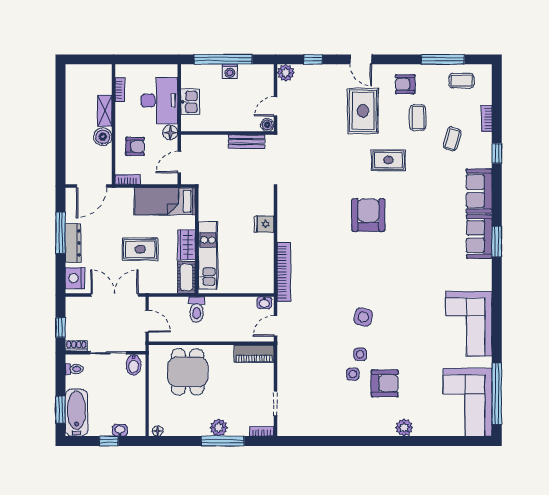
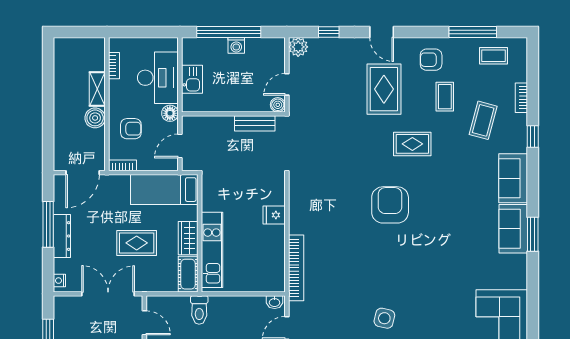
coffee table: (452, 139) -> (483, 120), width x1.36, depth x1.30
nightstand: (75, 278) -> (59, 281), width x0.53, depth x0.56

